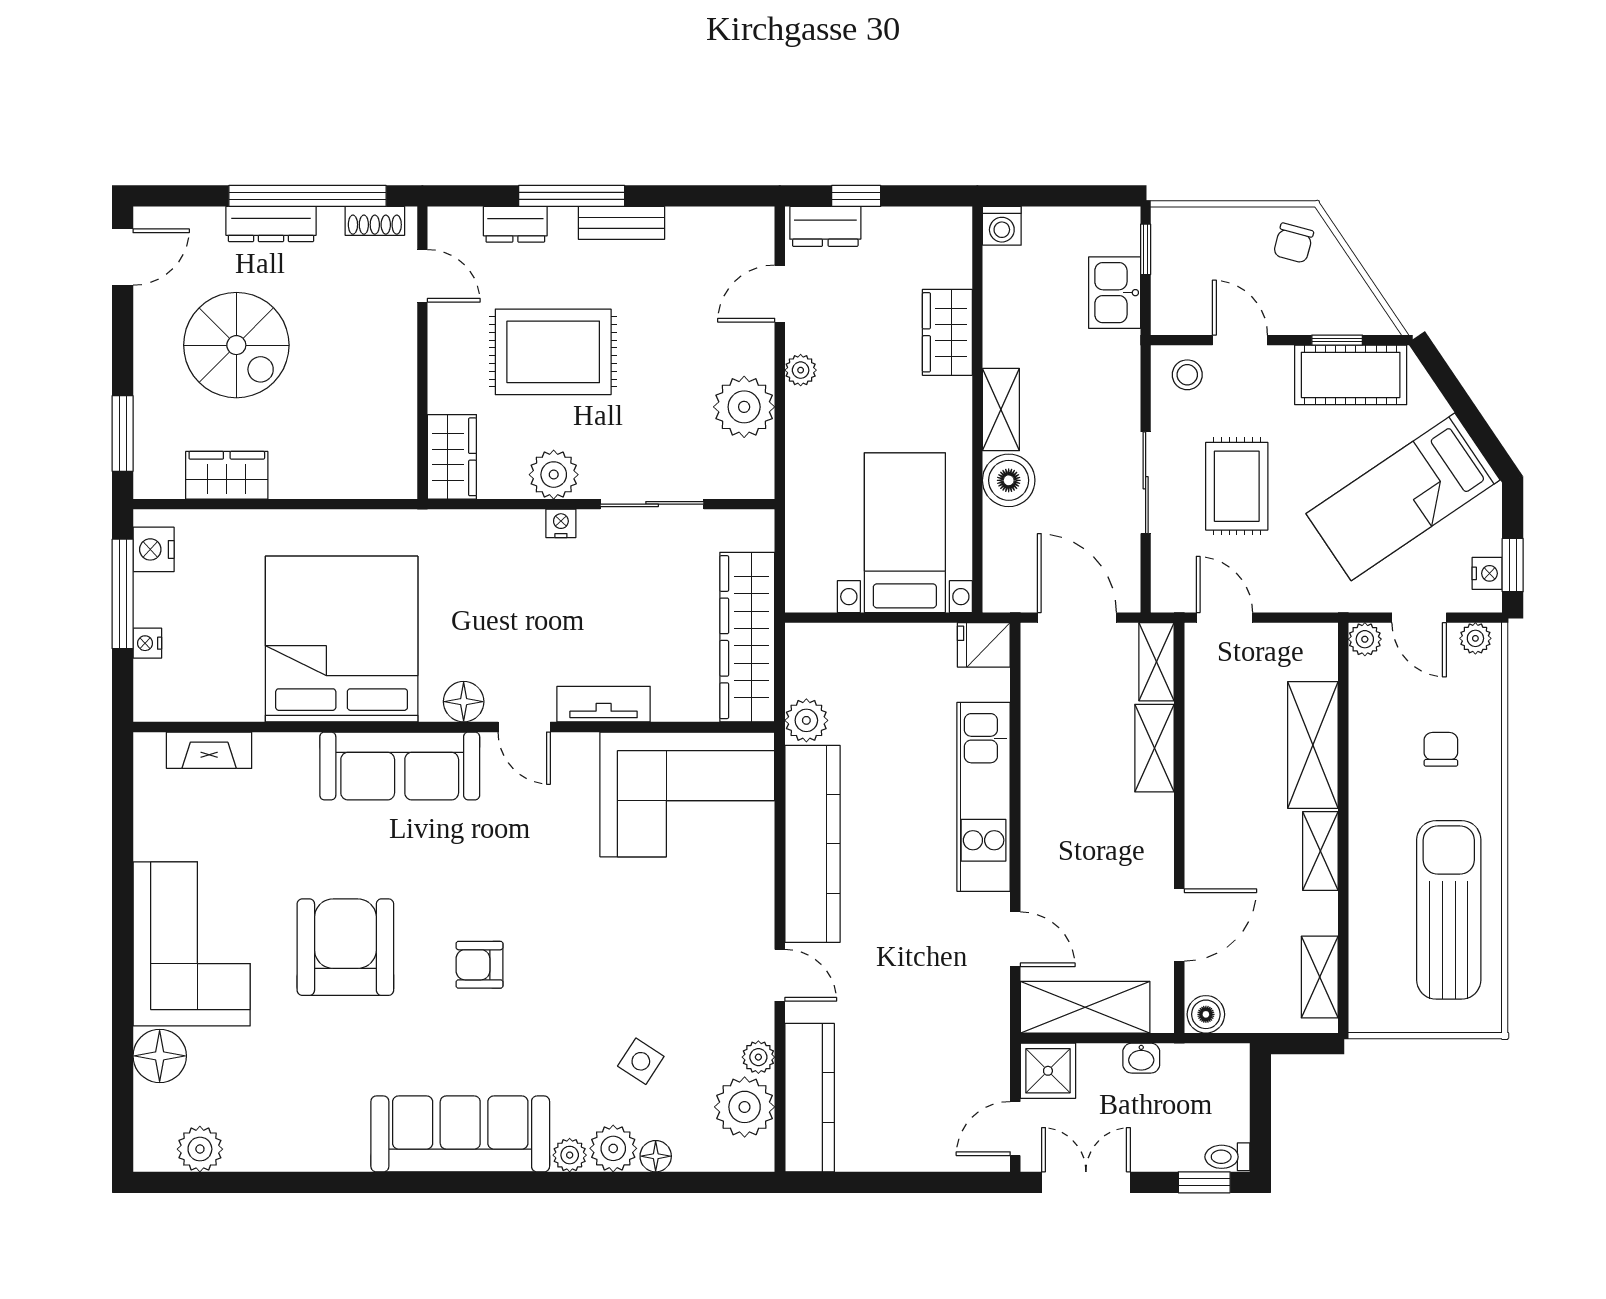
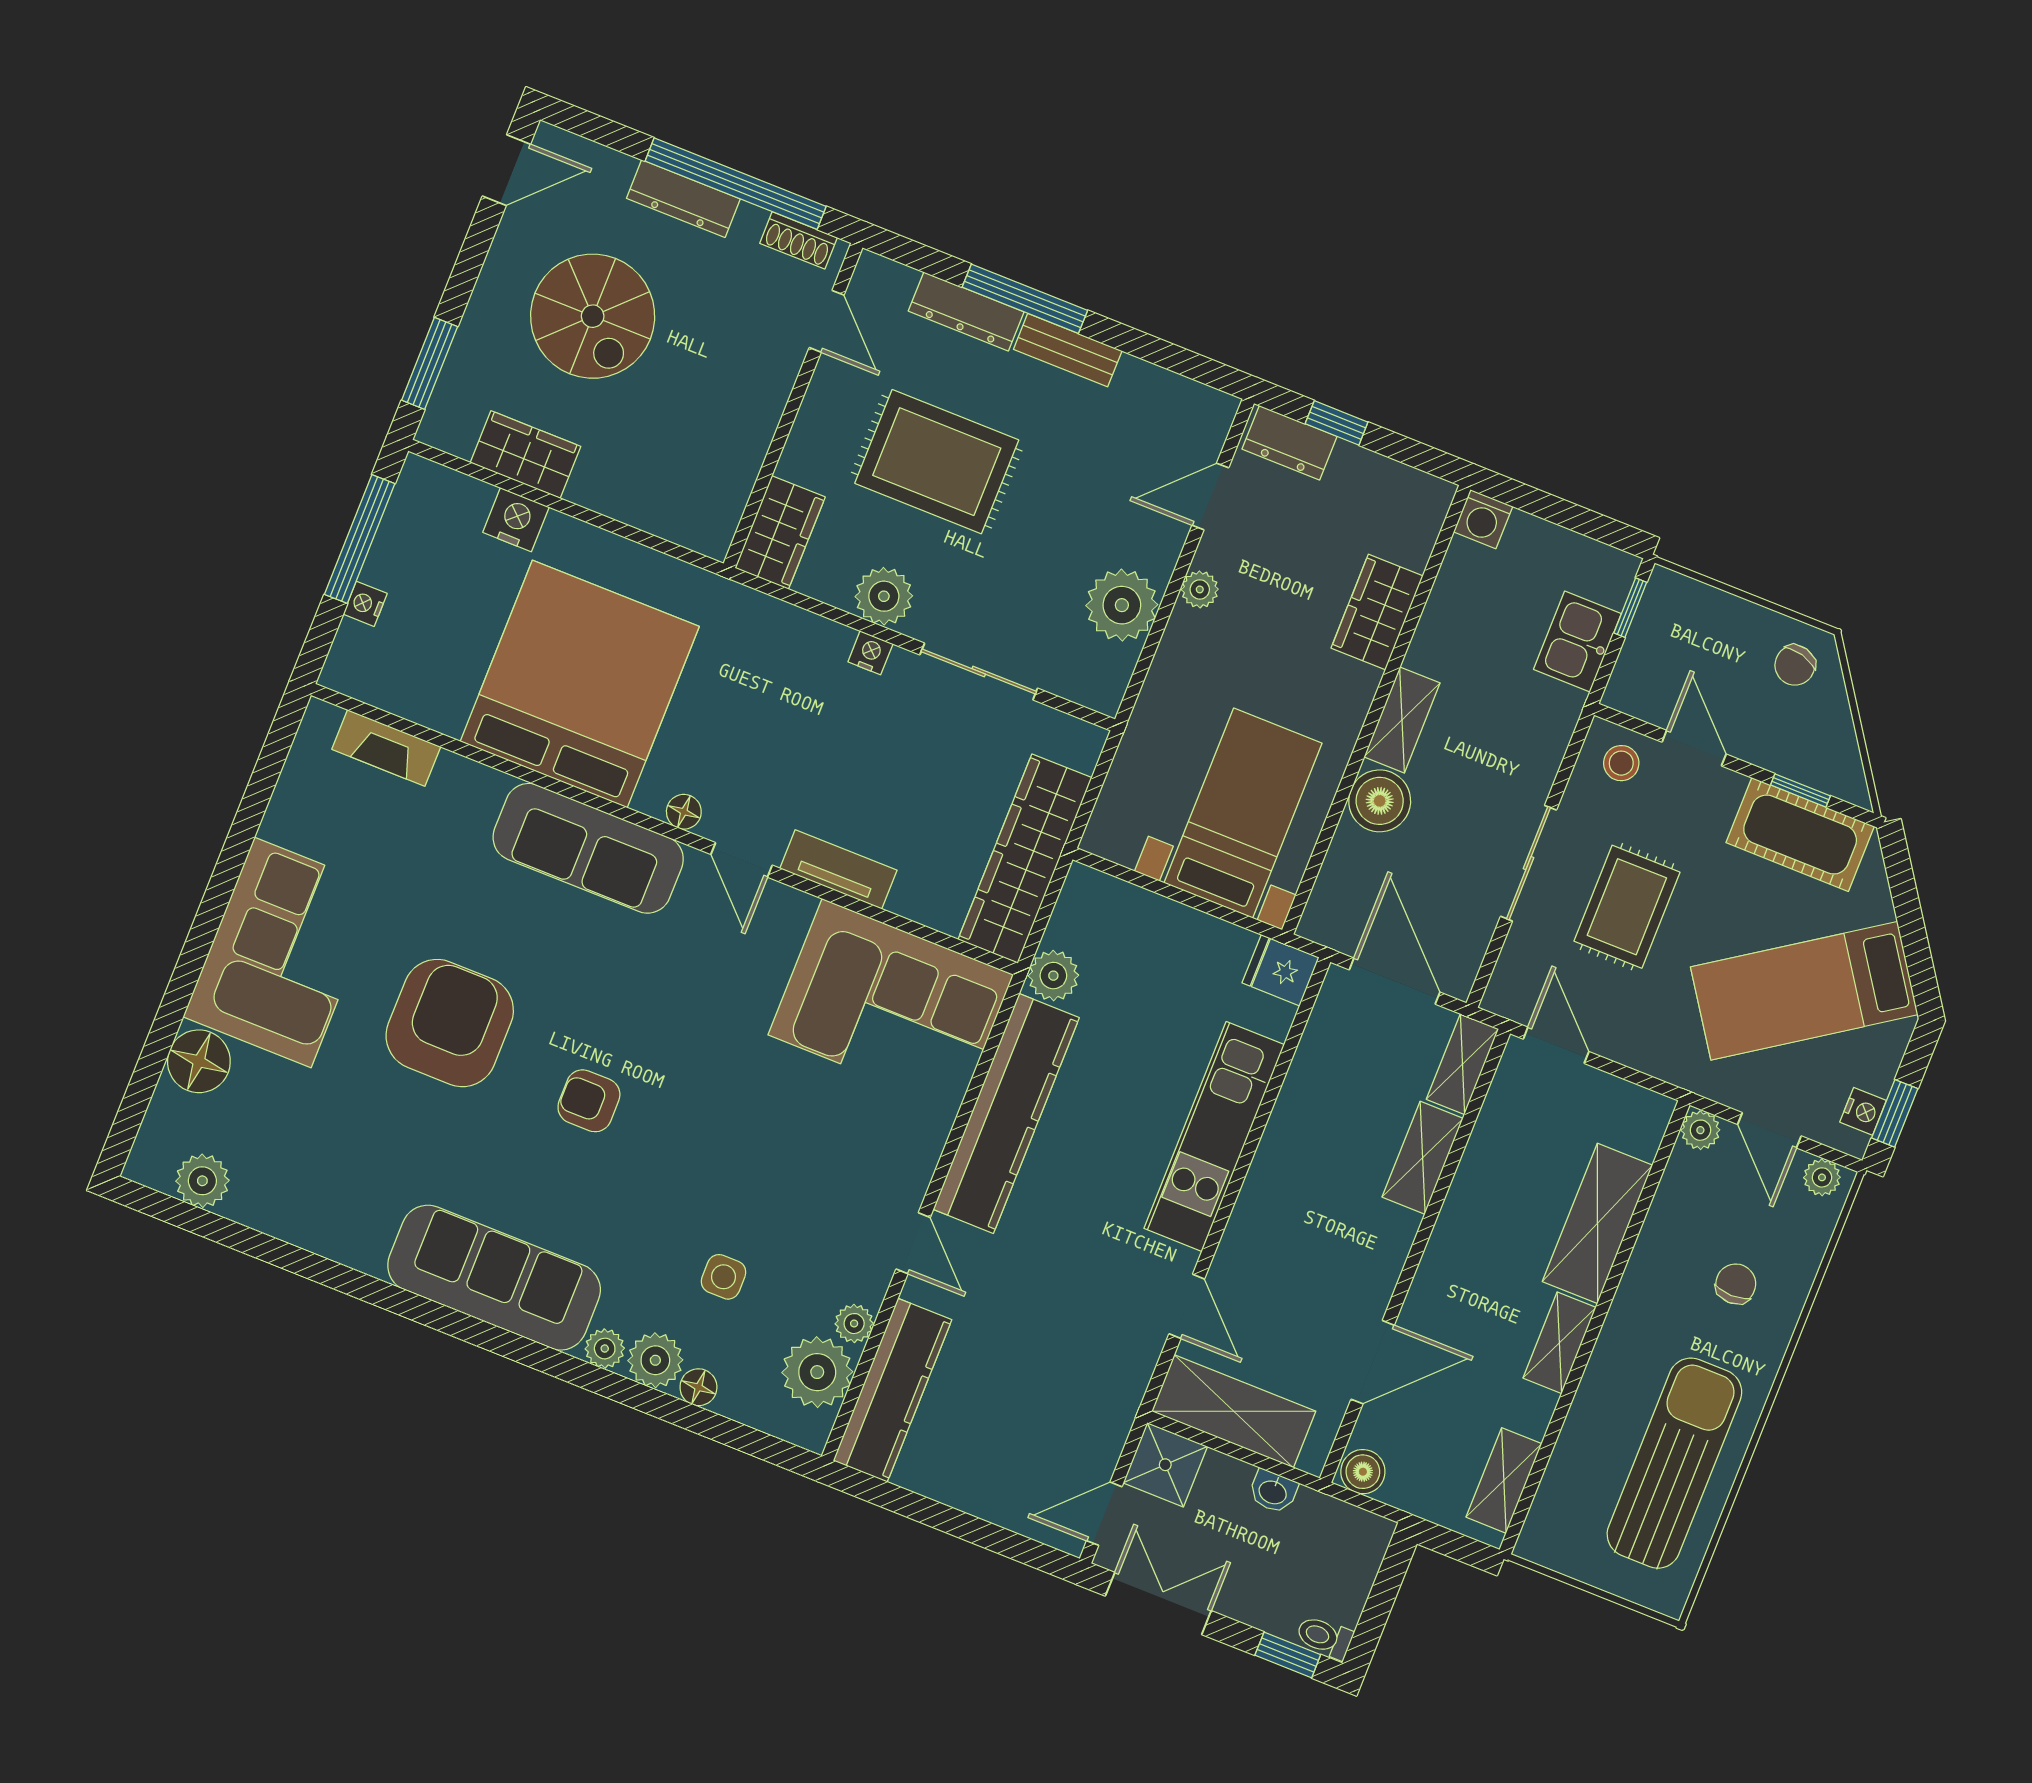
dresser: (515, 224) -> (966, 311), width x1.44
nightstand: (154, 549) -> (516, 520), moved, turned 90
floor lamp: (464, 702) -> (684, 812), width x0.73, depth x0.73
side table: (641, 1061) -> (724, 1277), turned -33

